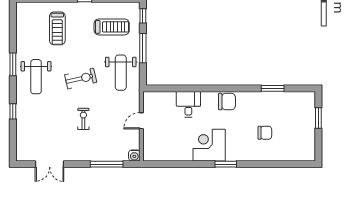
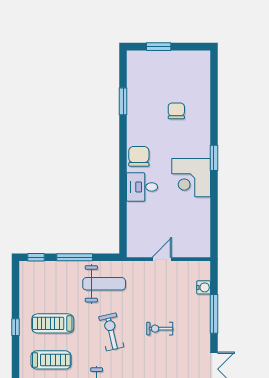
treadmill: (112, 27) -> (53, 323), moved, turned -90
desk: (188, 104) -> (142, 187), moved
door: (141, 121) -> (162, 259), swing flipped
water cooler: (134, 155) -> (204, 287), moved
window: (107, 164) -> (214, 314), moved

